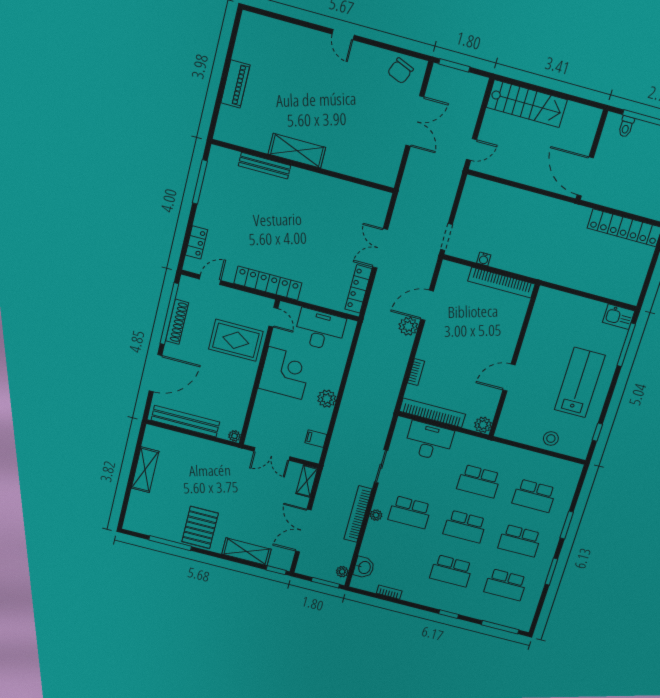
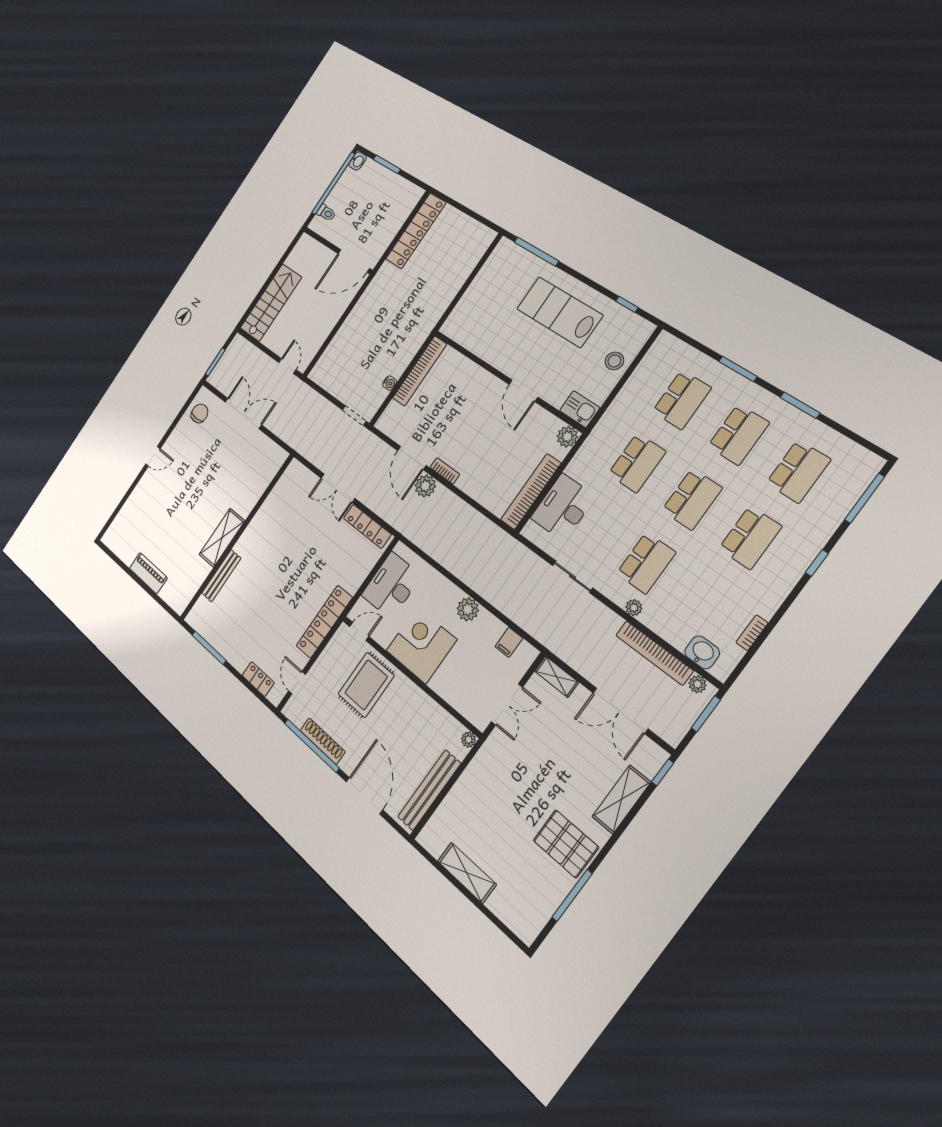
chair: (400, 71) -> (200, 413), turned -112
kitchen sink: (619, 317) -> (580, 409), moved, turned -90
bookcase: (416, 372) -> (445, 471), moved
bookcase: (358, 514) -> (654, 653), moved

